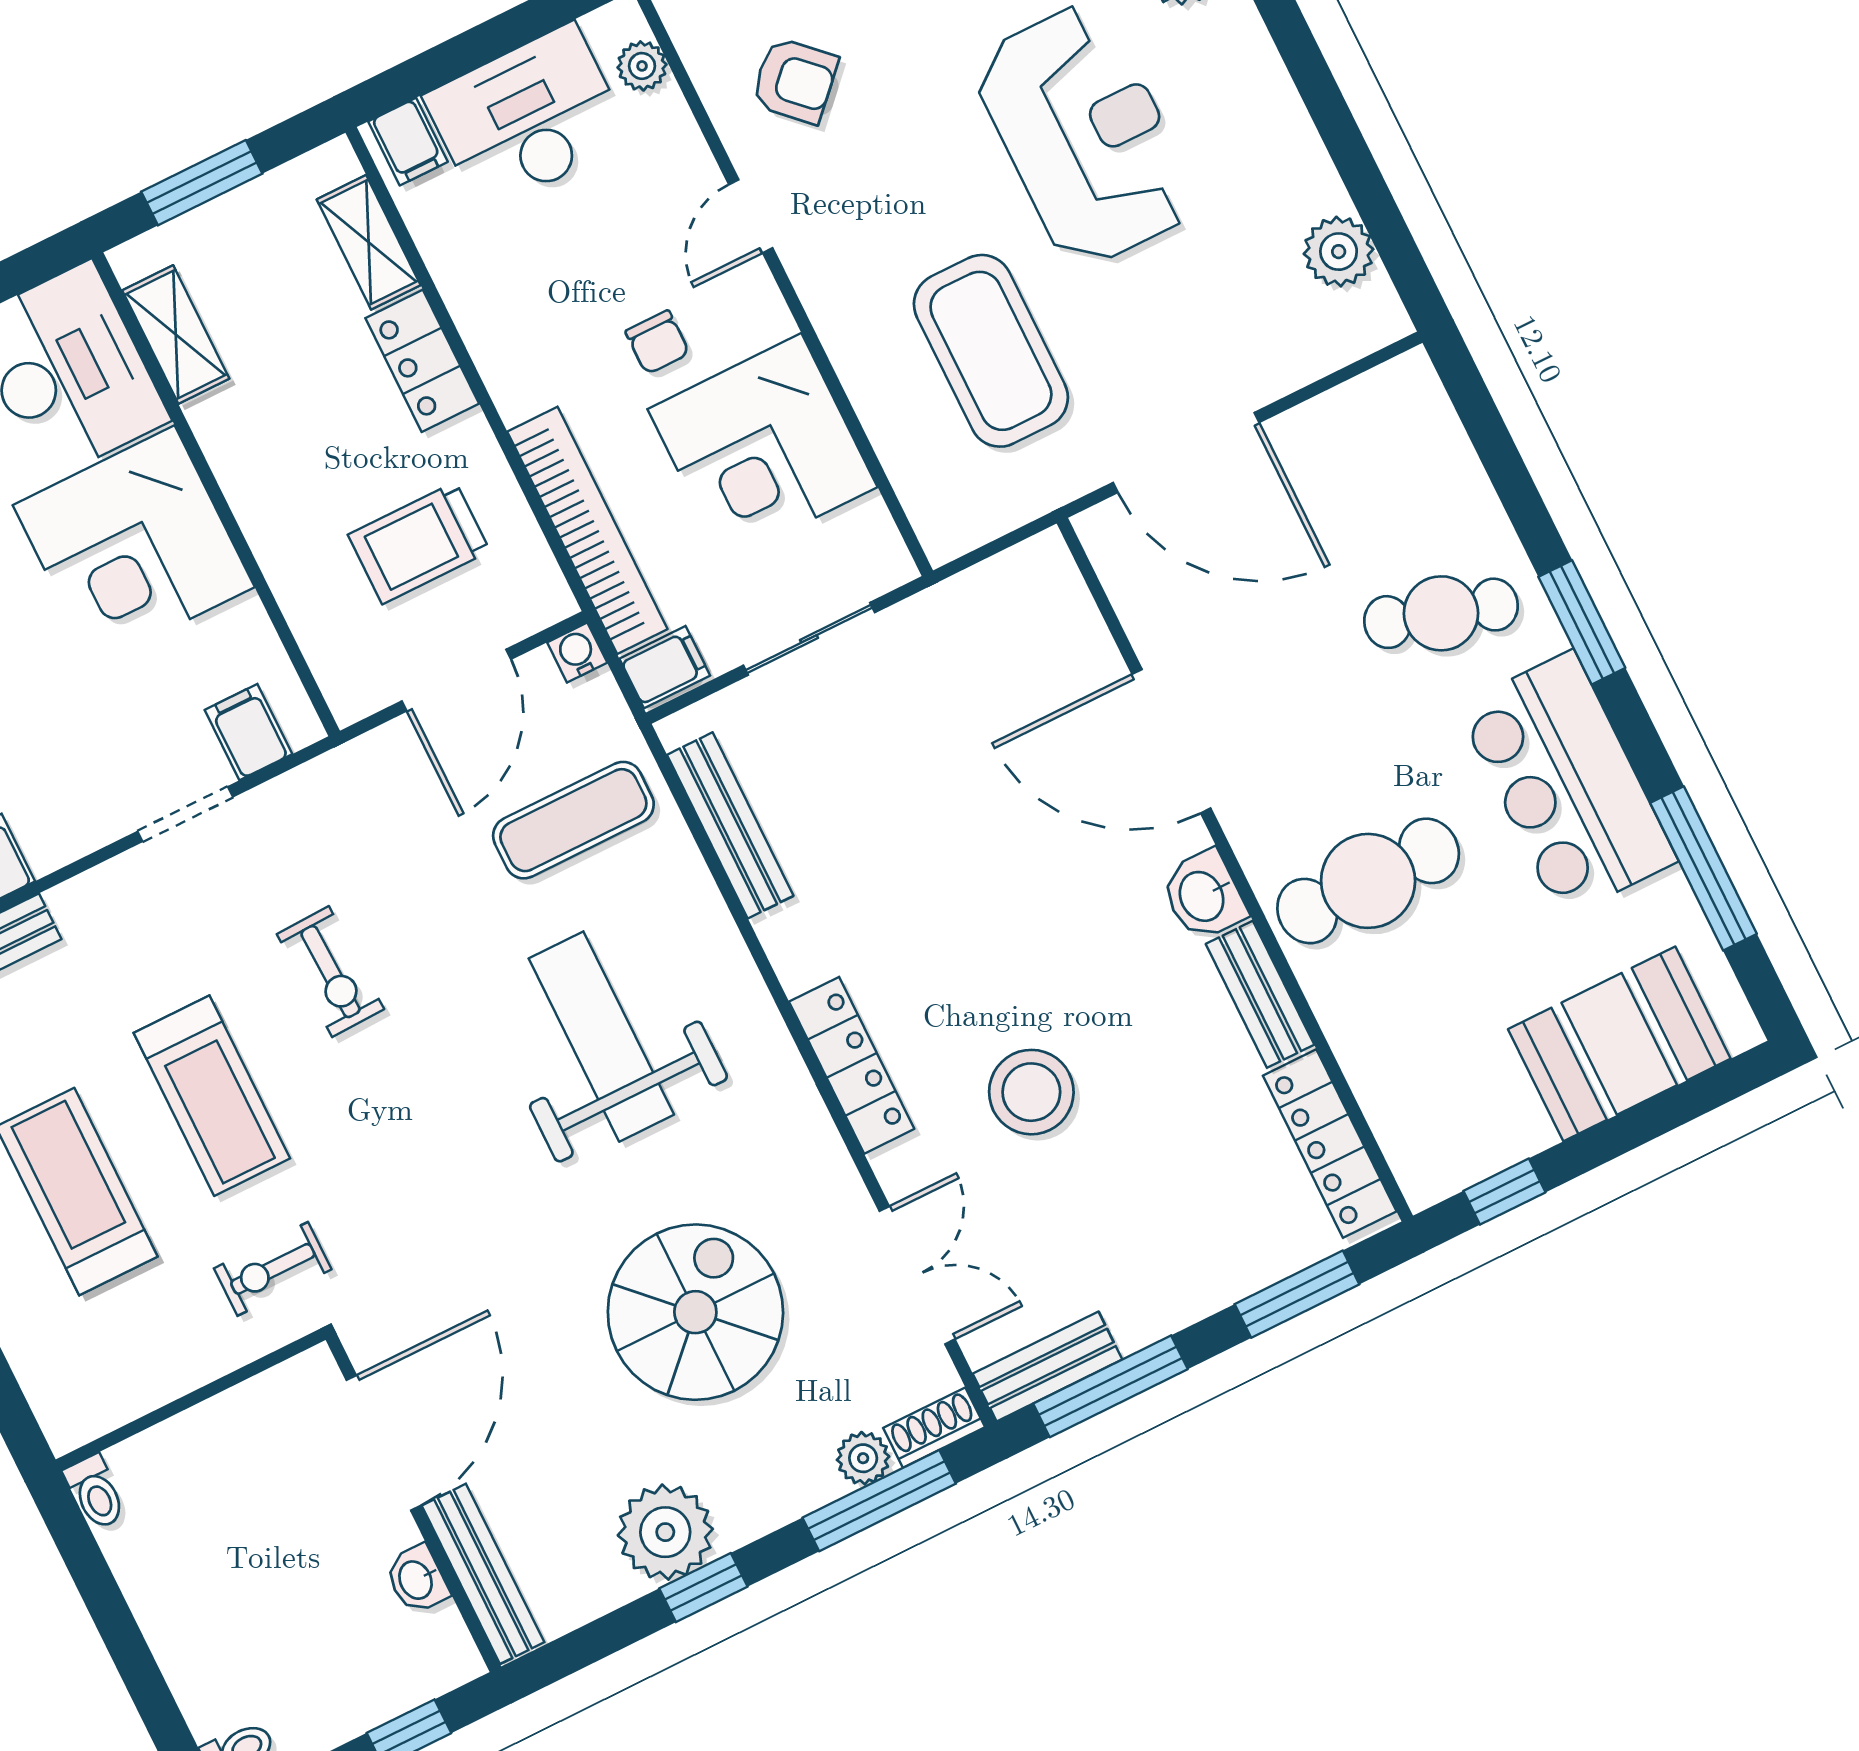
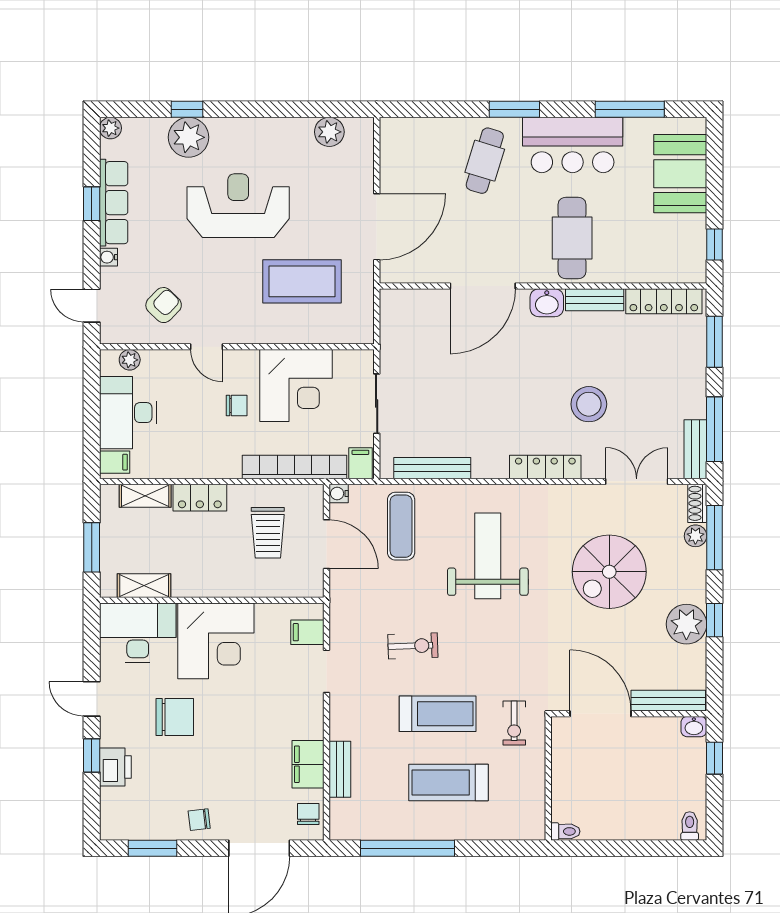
weight bench: (601, 1037) -> (488, 556), turned 90
spiral stairs: (695, 1312) -> (609, 572), turned -90
washbasin: (417, 1579) -> (694, 727), moved

